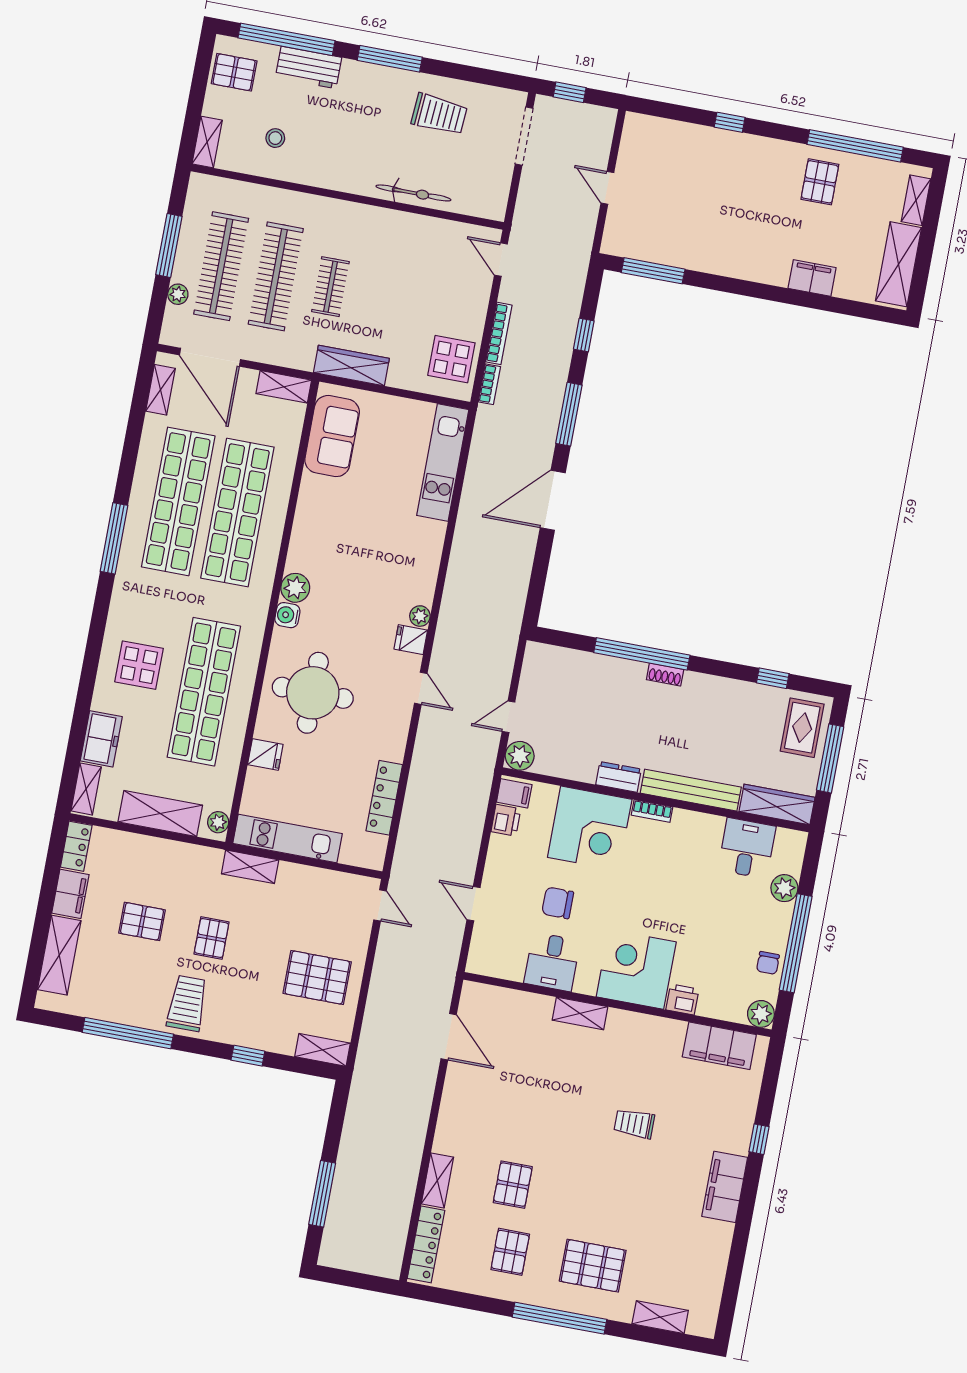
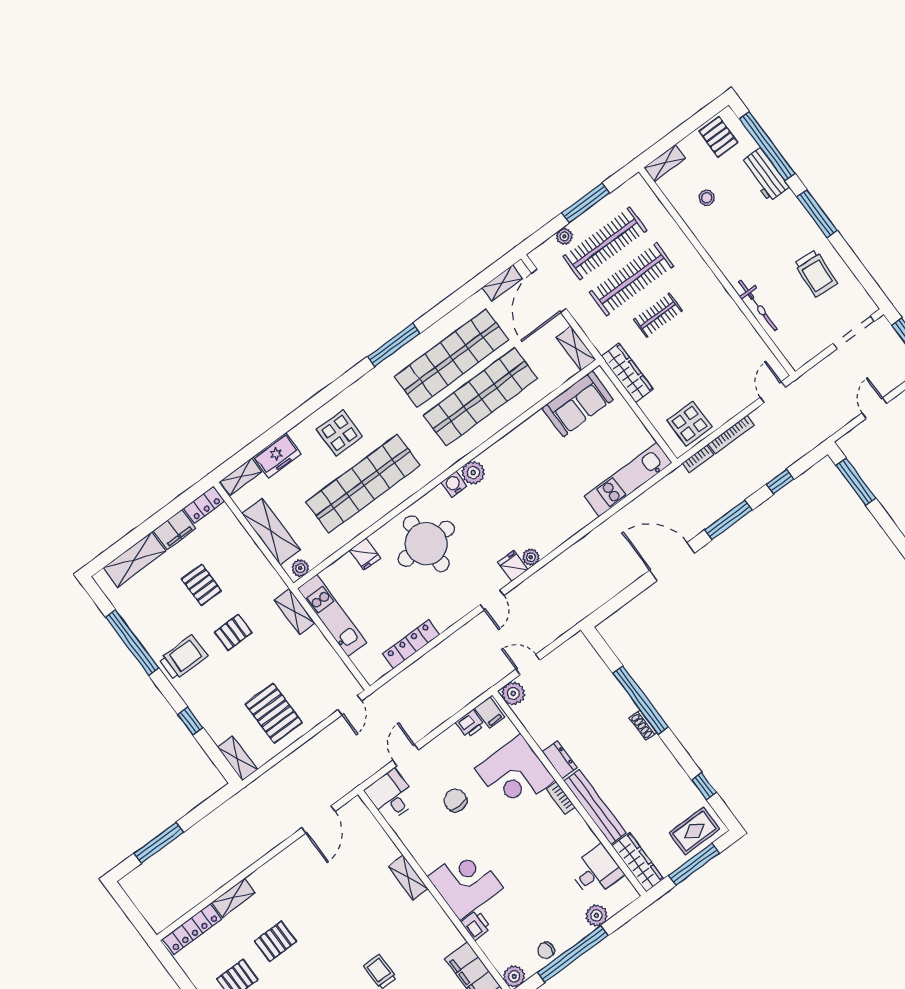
desk: (552, 962) -> (391, 796), moved, turned 90

